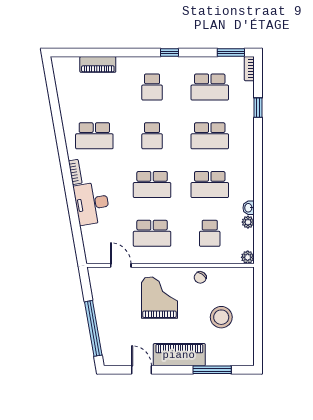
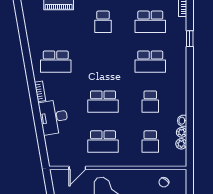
school desk: (152, 136) -> (103, 62), removed
school desk: (210, 184) -> (150, 102), width x0.54
plant: (248, 257) -> (181, 144), moved
door: (121, 265) -> (77, 168), swing flipped
chair: (200, 277) -> (164, 182), moved

